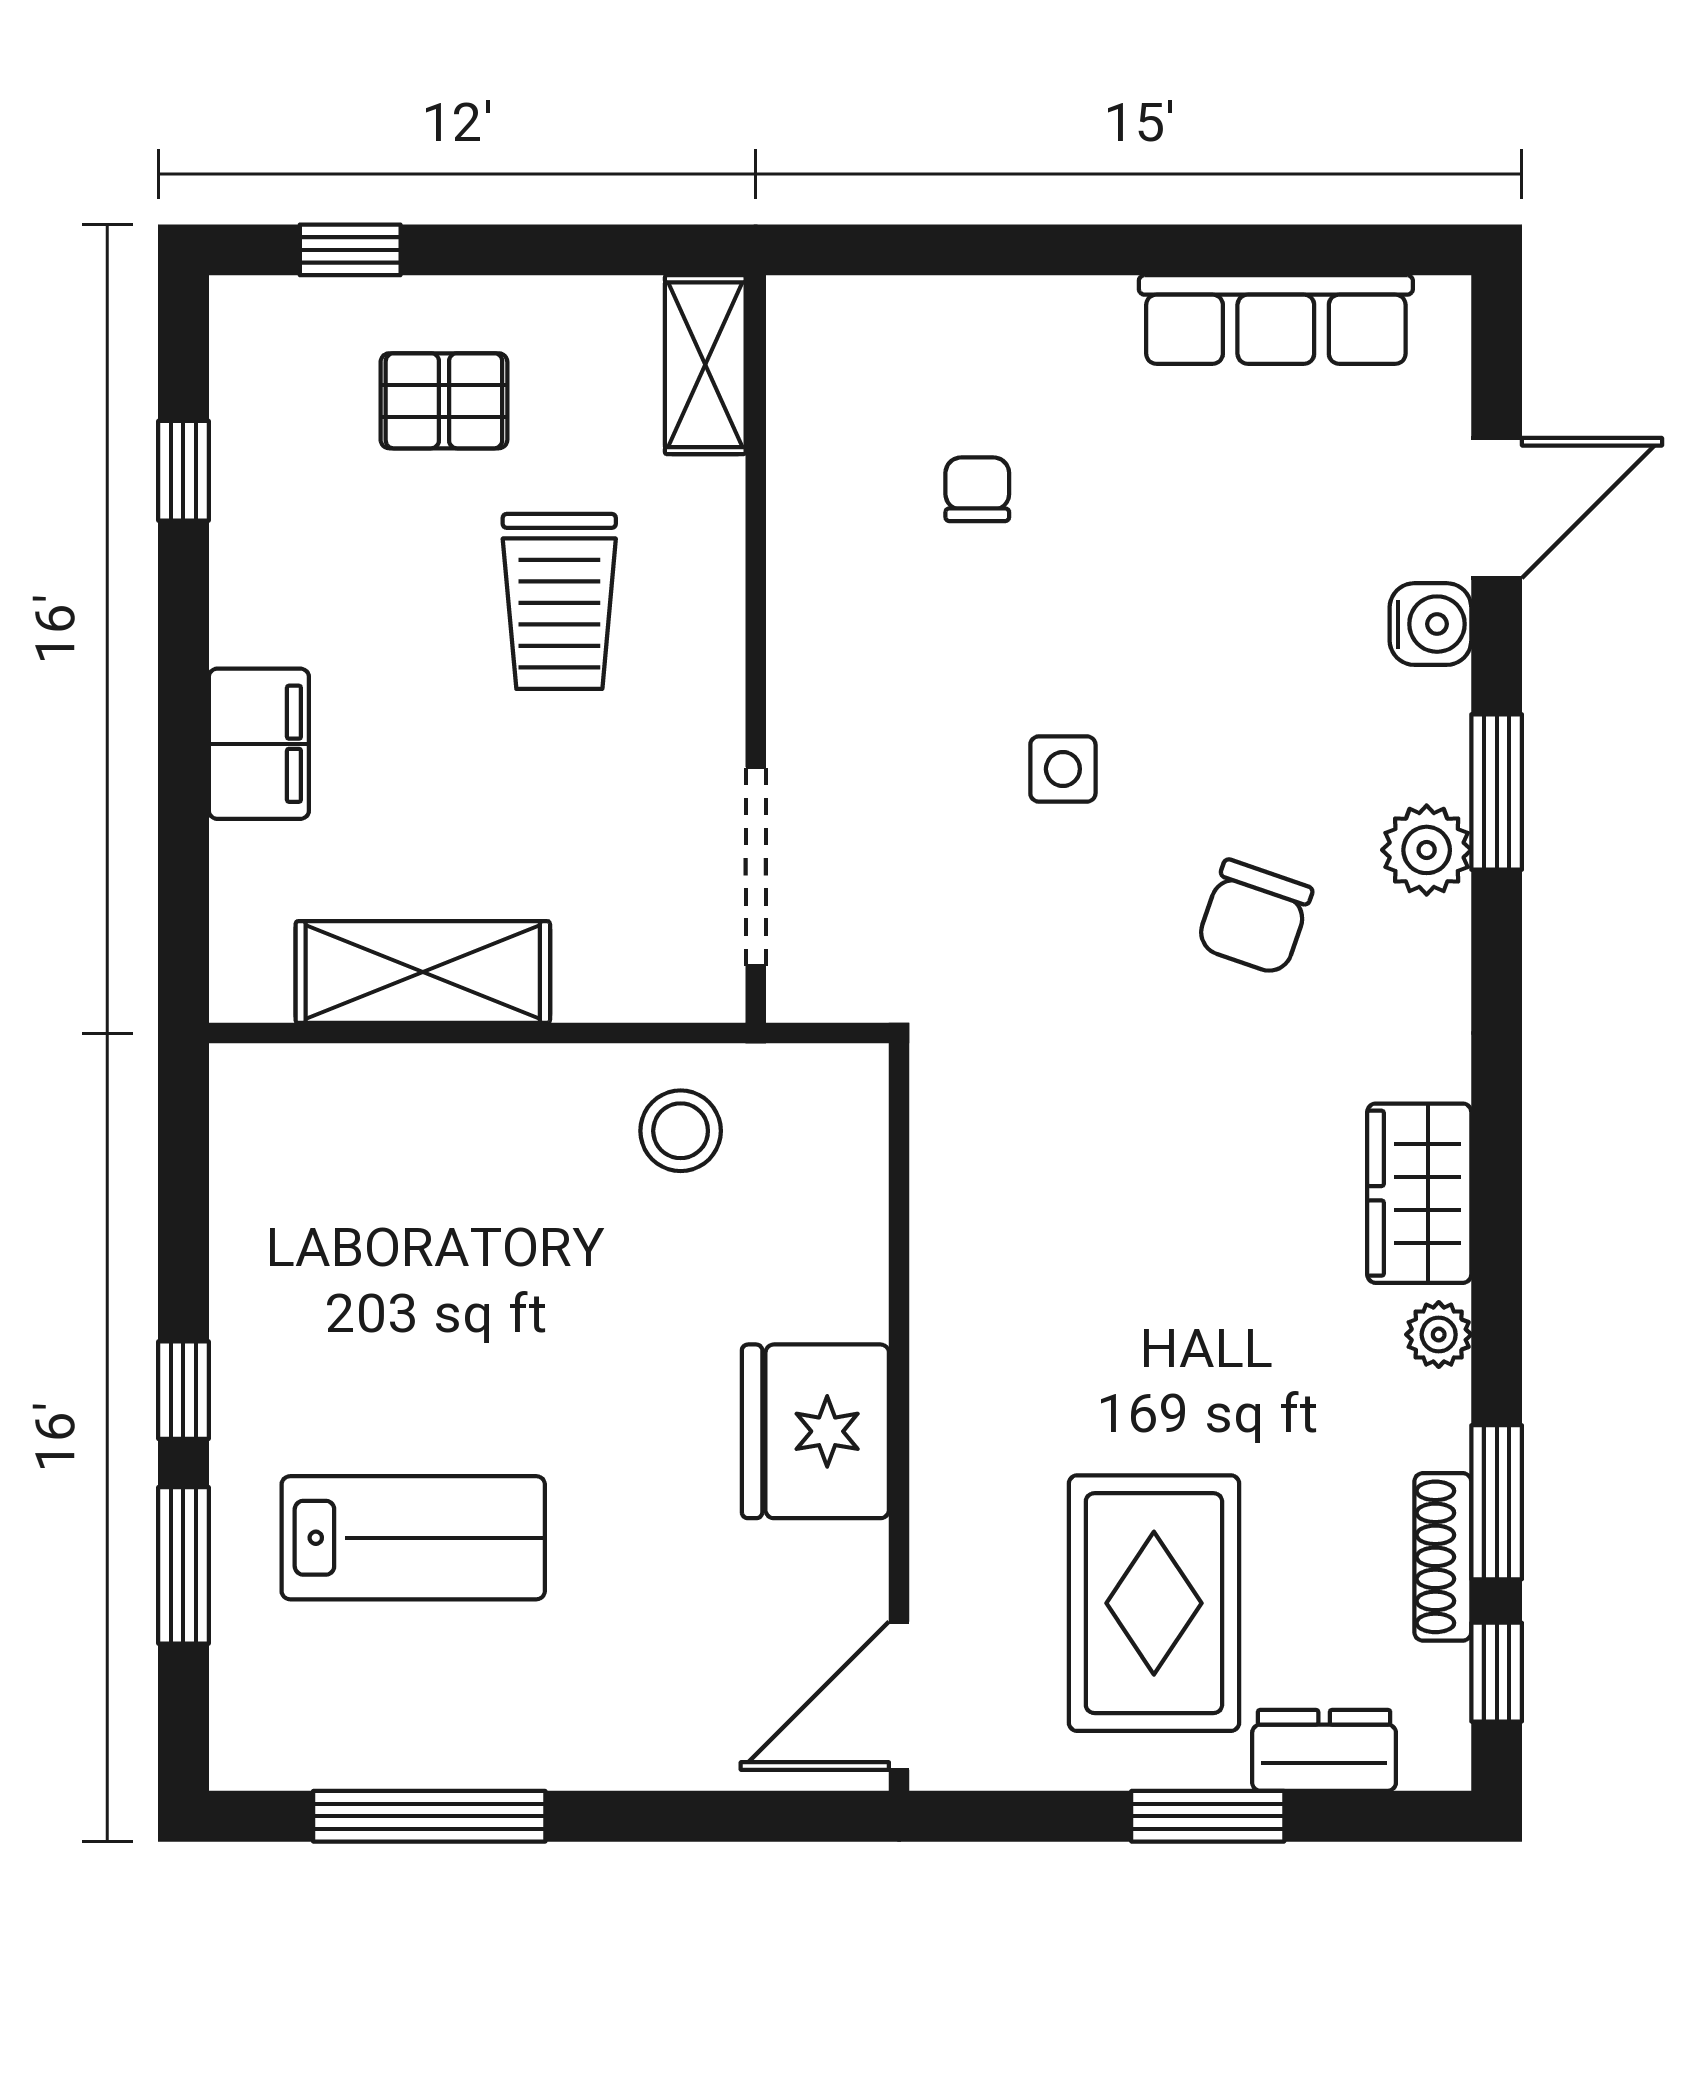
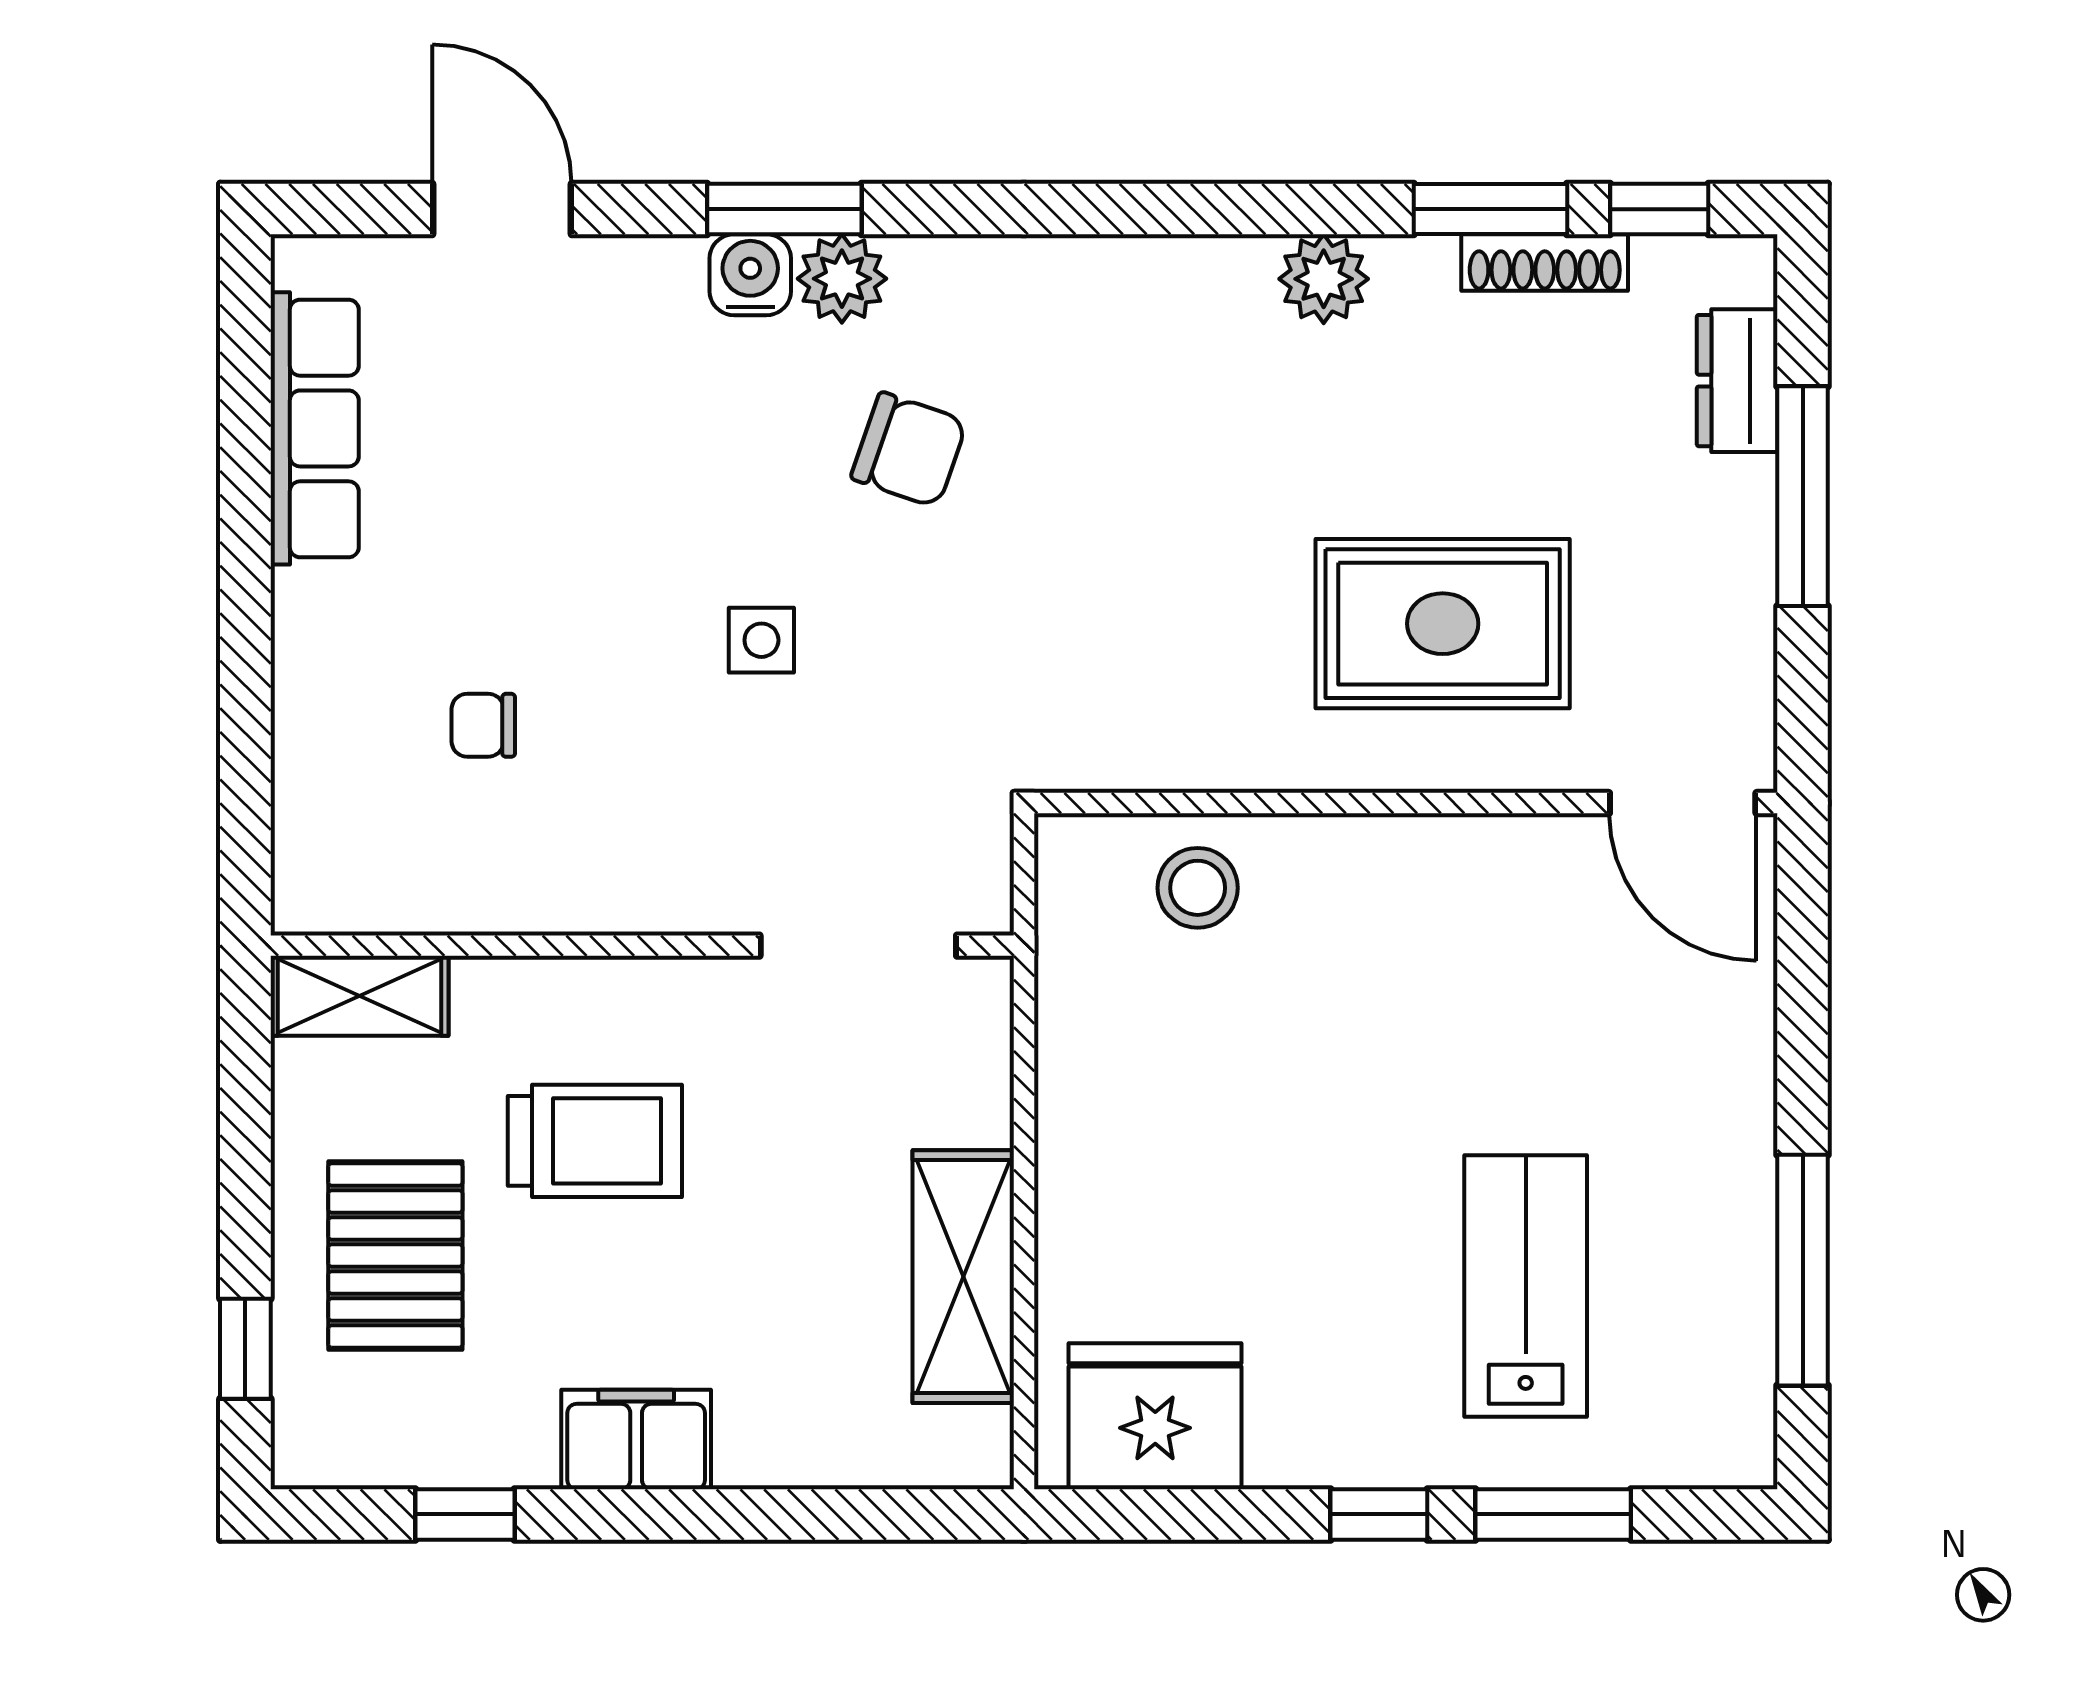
pallet: (444, 401) -> (395, 1255), width x1.50, depth x1.42
water cooler: (1430, 624) -> (750, 275), moved
filing cabinet: (259, 744) -> (636, 1440), moved
stool: (681, 1131) -> (1198, 888), moved
wardrobe: (1419, 1193) -> (1183, 286), removed
plant: (1439, 1335) -> (1324, 279), width x1.38, depth x1.38
fridge: (815, 1431) -> (1155, 1416), moved, turned 180
rug: (1154, 1603) -> (1443, 624), moved
window: (1208, 1816) -> (1803, 496), width x1.44

